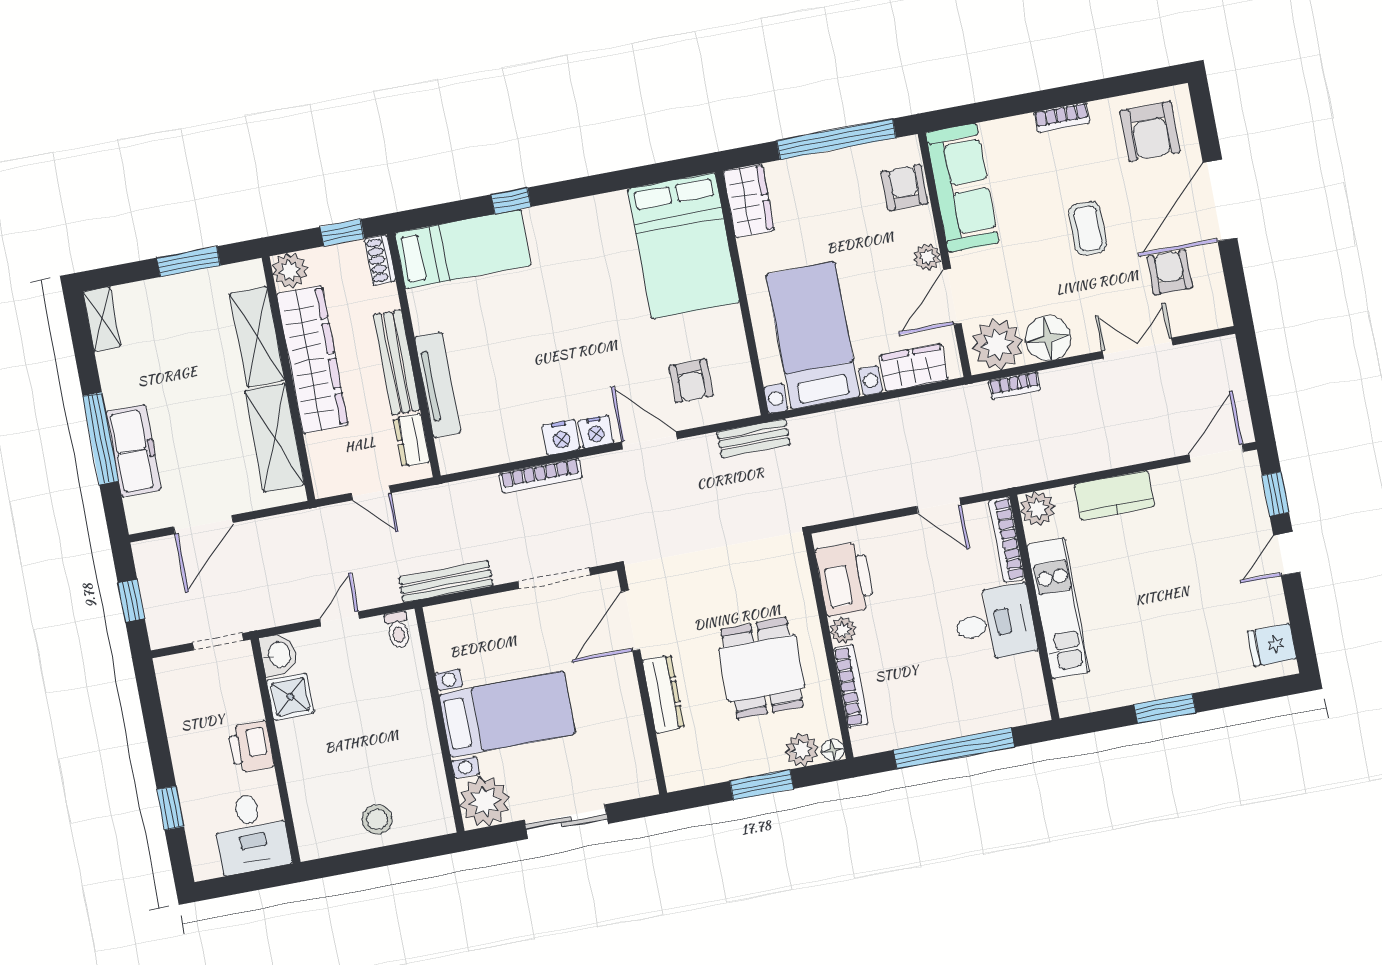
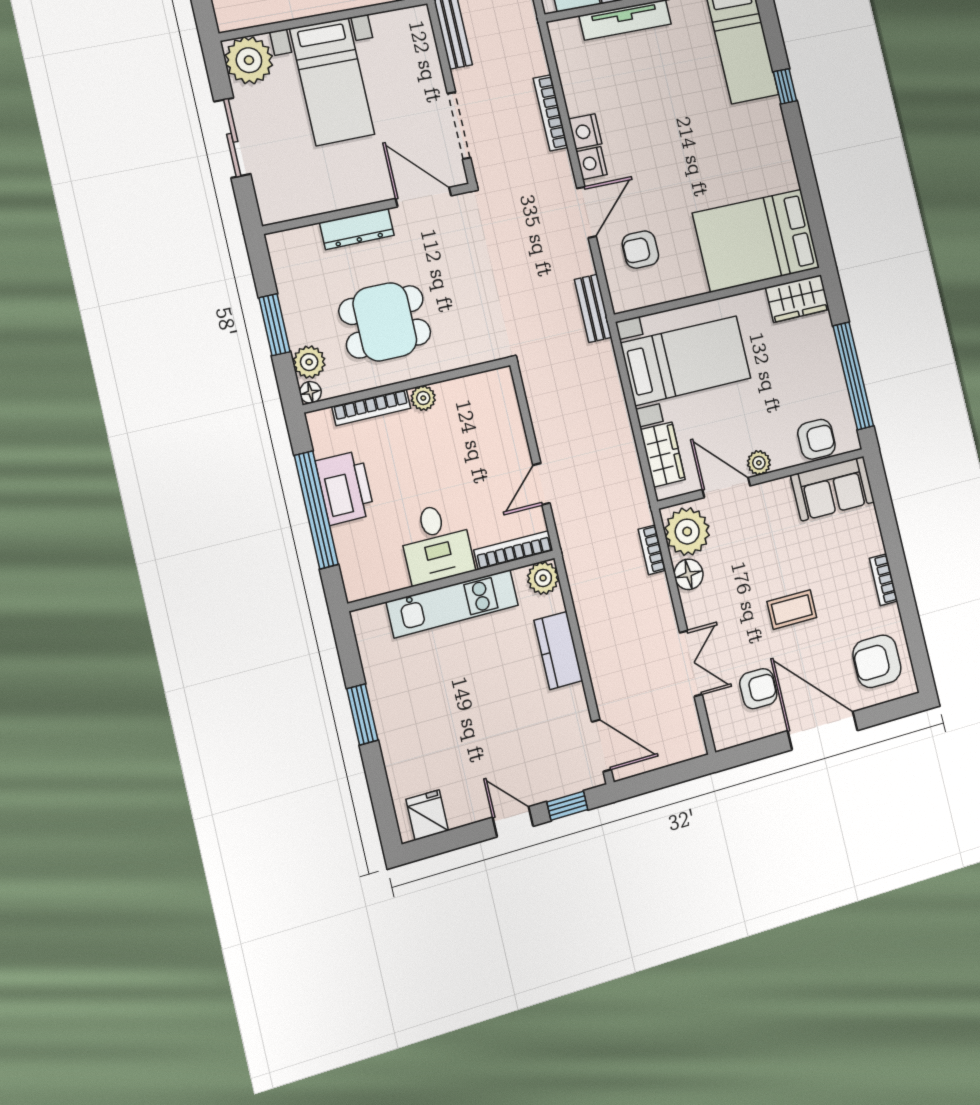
sofa: (962, 188) -> (833, 489), width x0.73
floor lamp: (1048, 338) -> (689, 574), width x0.73, depth x0.73
printer: (845, 579) -> (345, 488), moved, turned -90

